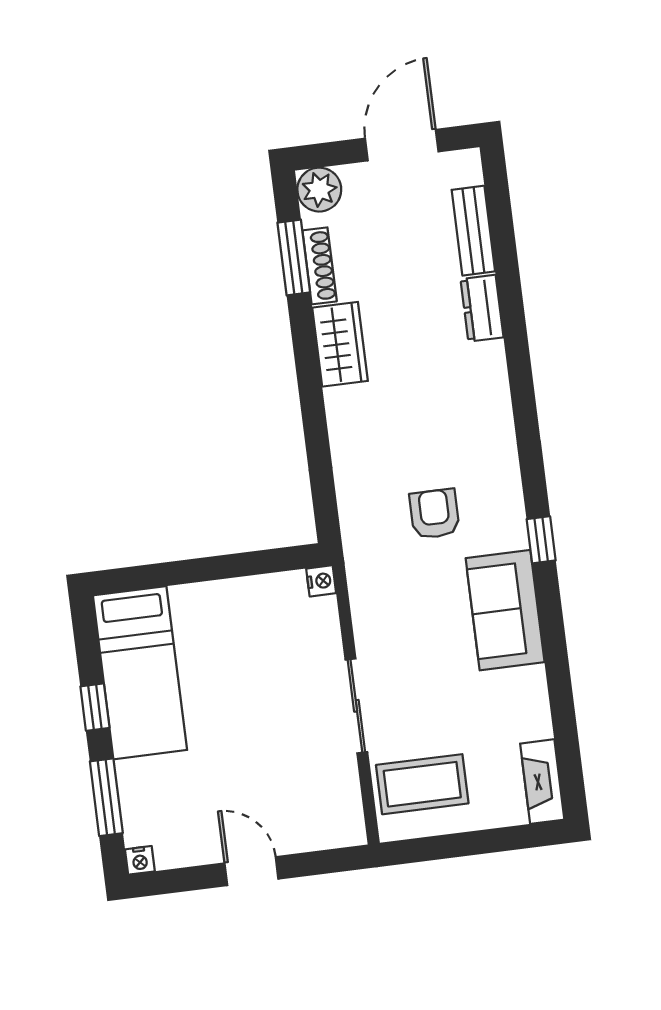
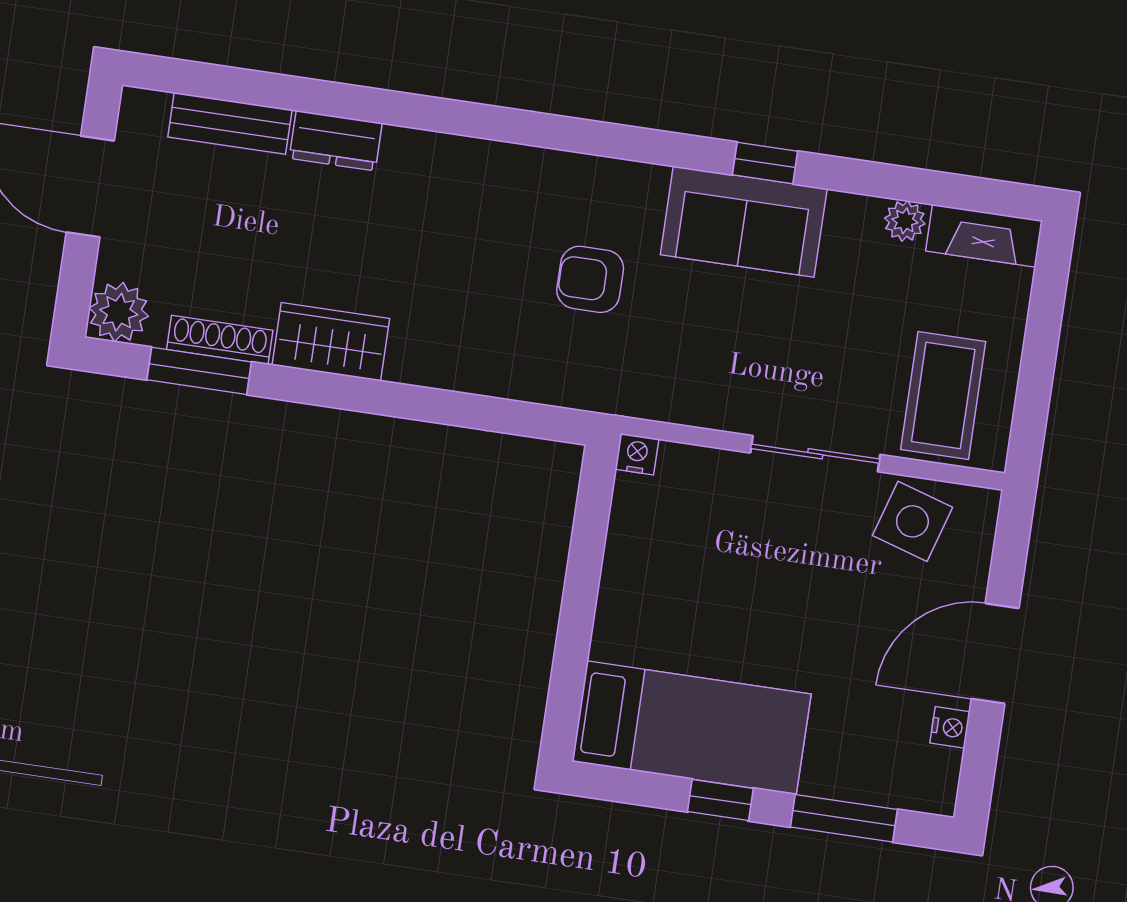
window: (541, 540) -> (765, 163), moved
plant: (537, 723) -> (905, 221), added
side table: (328, 787) -> (912, 521), added
nightstand: (140, 860) -> (950, 727), moved
door: (251, 871) -> (995, 653), width x1.38

